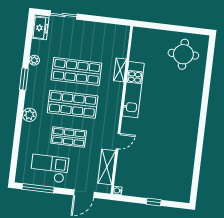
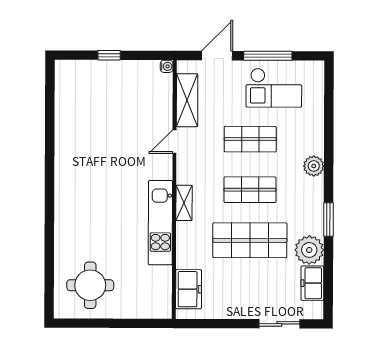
freezer: (40, 28) -> (312, 283), moved
freezer: (120, 44) -> (189, 289), added
plant: (34, 60) -> (309, 250), width x1.87, depth x1.87
shelving: (120, 70) -> (184, 203), moved
shop shelf: (73, 104) -> (250, 190), width x0.70, depth x0.74
window: (38, 188) -> (268, 56), moved

